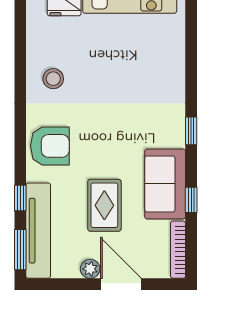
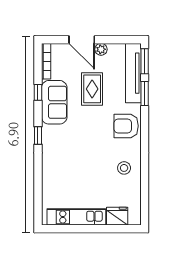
window: (20, 198) -> (145, 94), width x1.50

